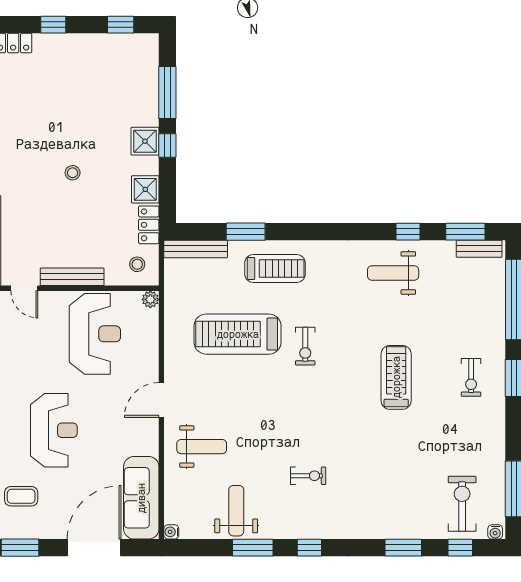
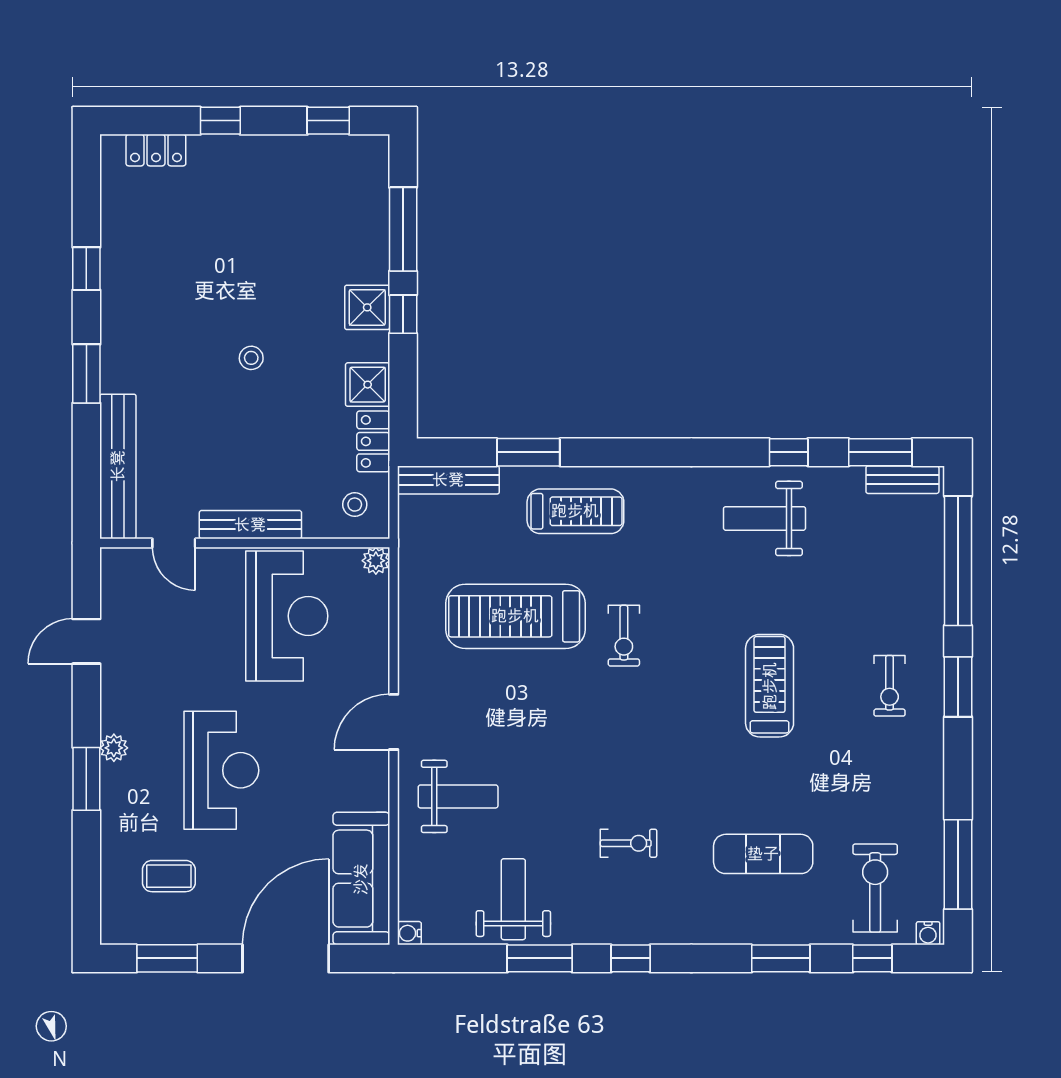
exercise mat: (392, 482) -> (763, 854), added

